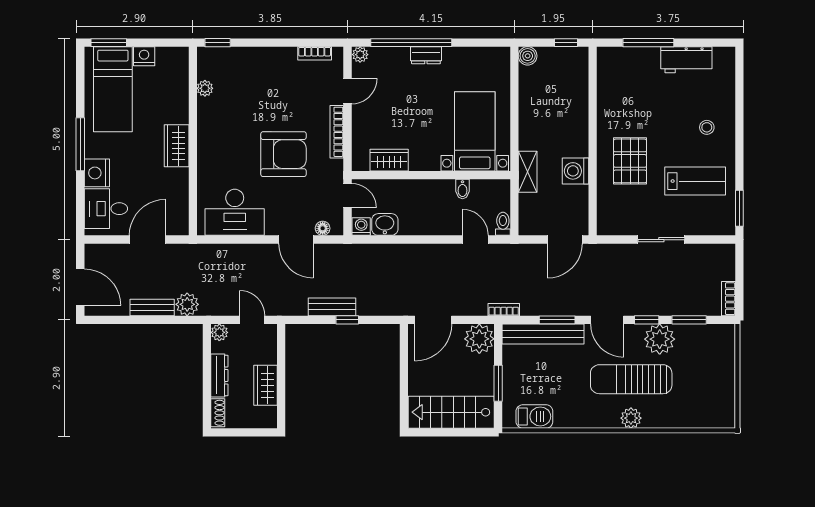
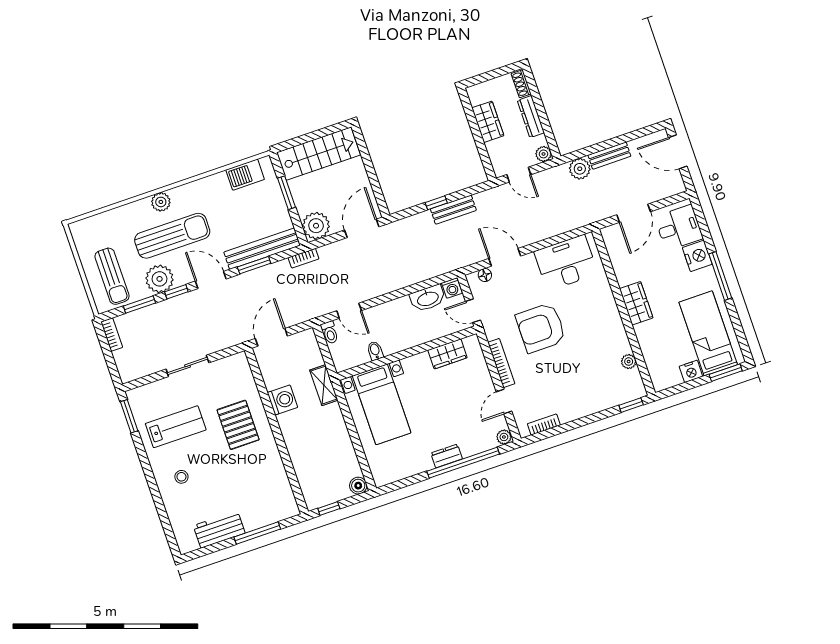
lab bench: (695, 181) -> (176, 427), turned 180
washbasin: (385, 224) -> (428, 298), width x1.38
sun lounger: (708, 359) -> (112, 276), added

